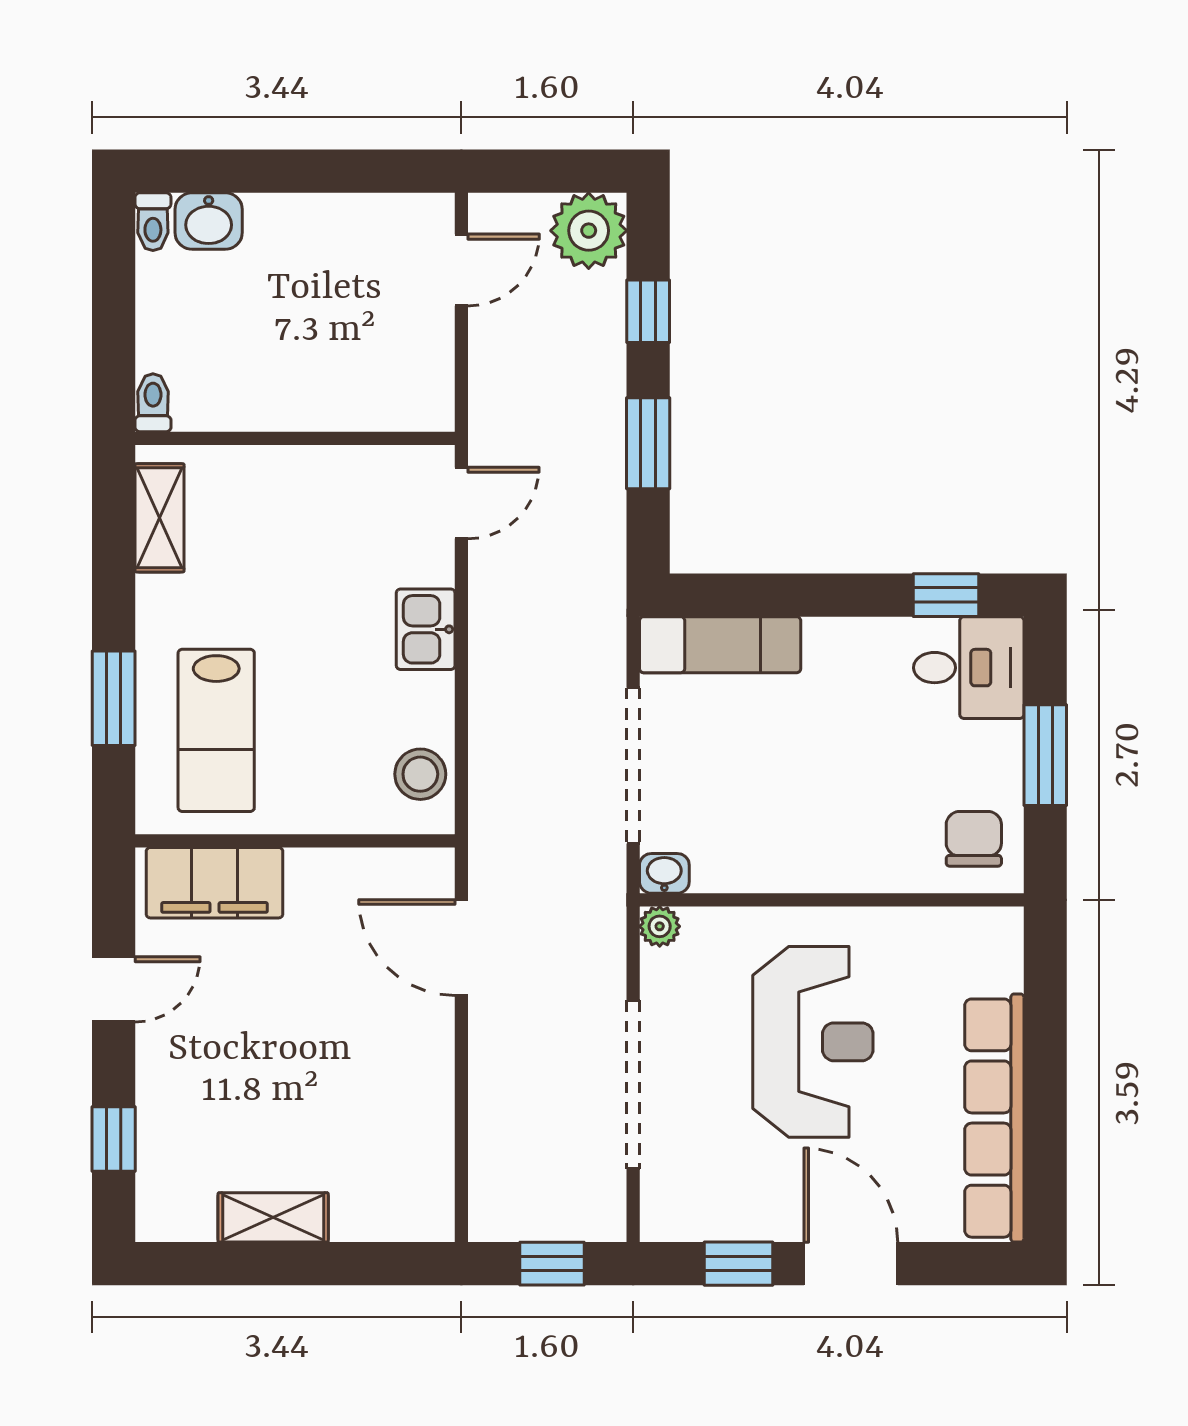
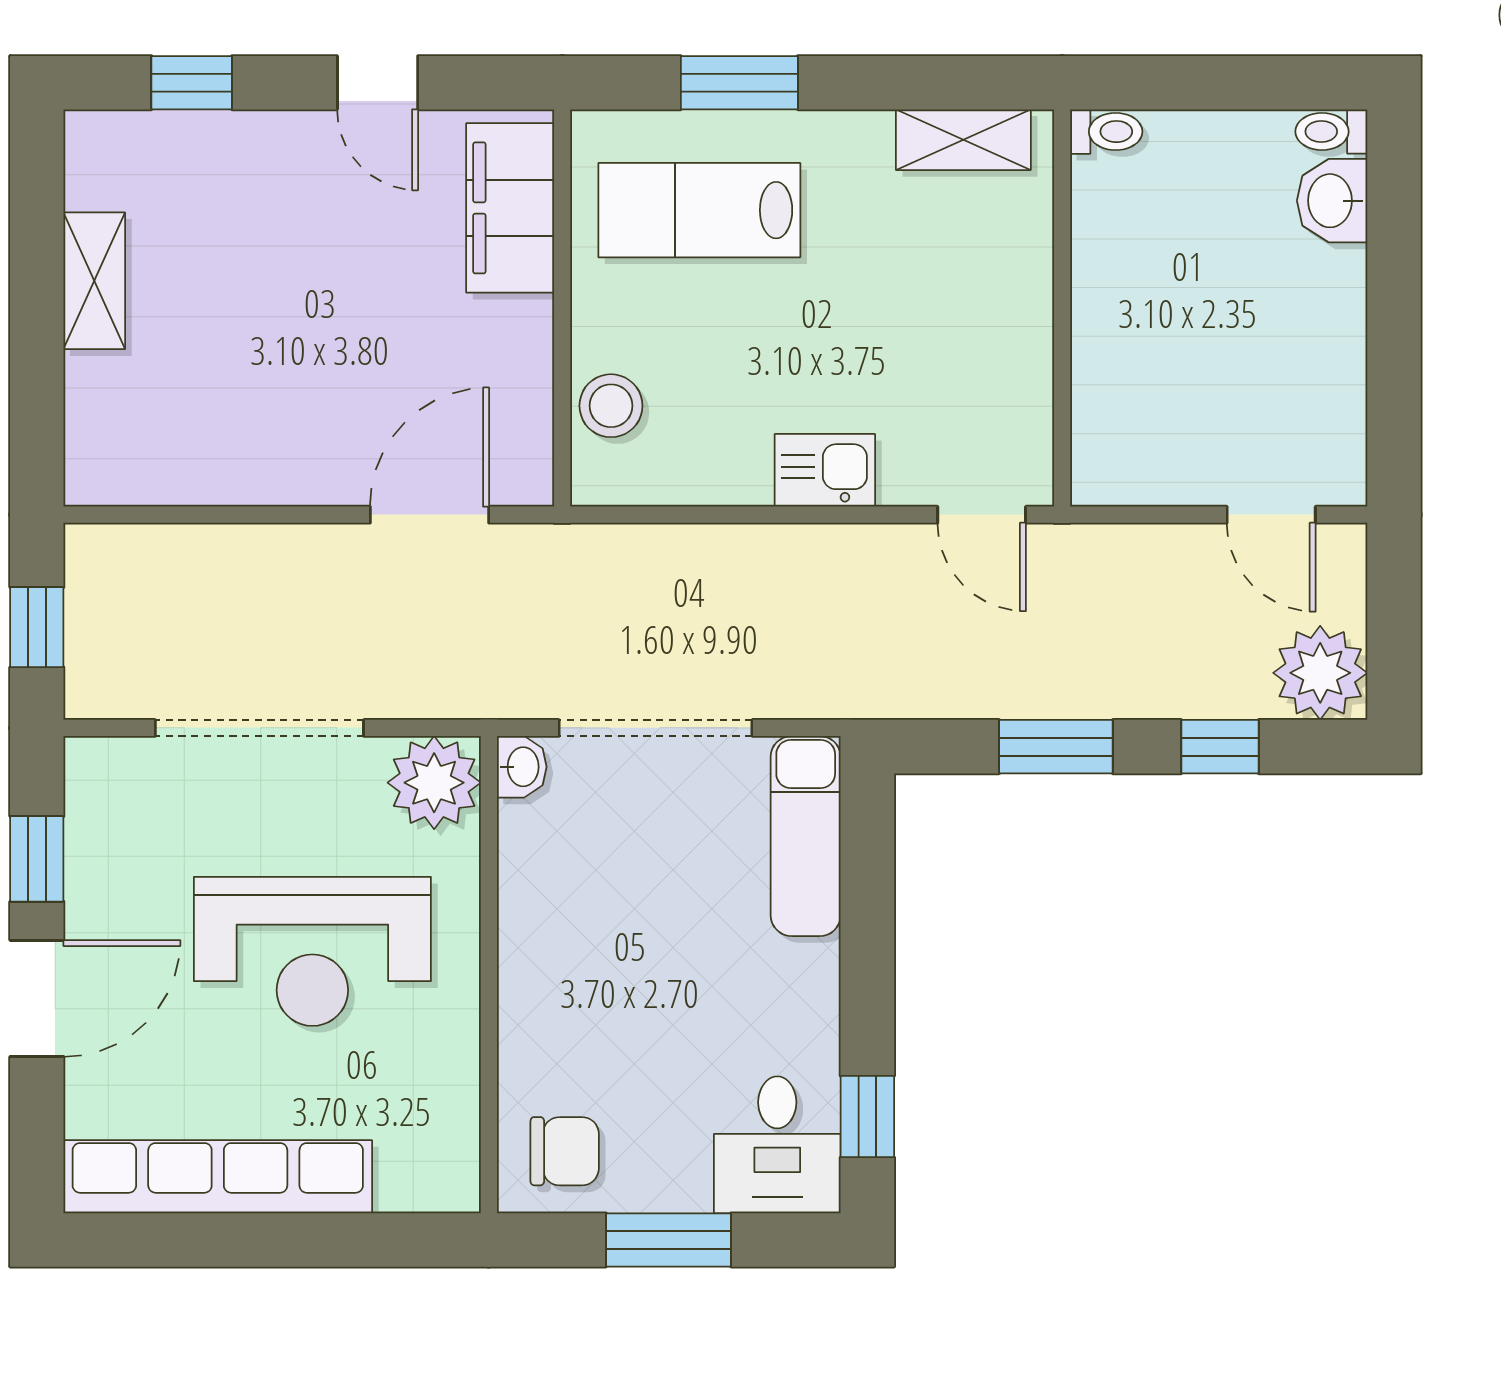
stool: (420, 774) -> (611, 406), moved
plant: (660, 926) -> (434, 783), width x1.87, depth x1.87

